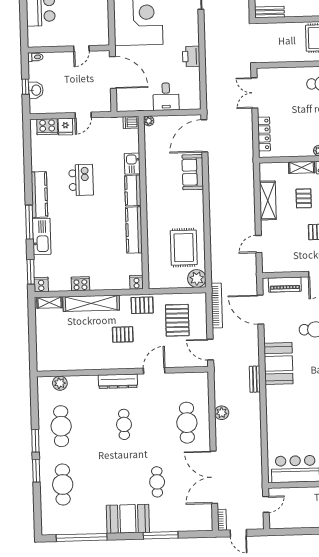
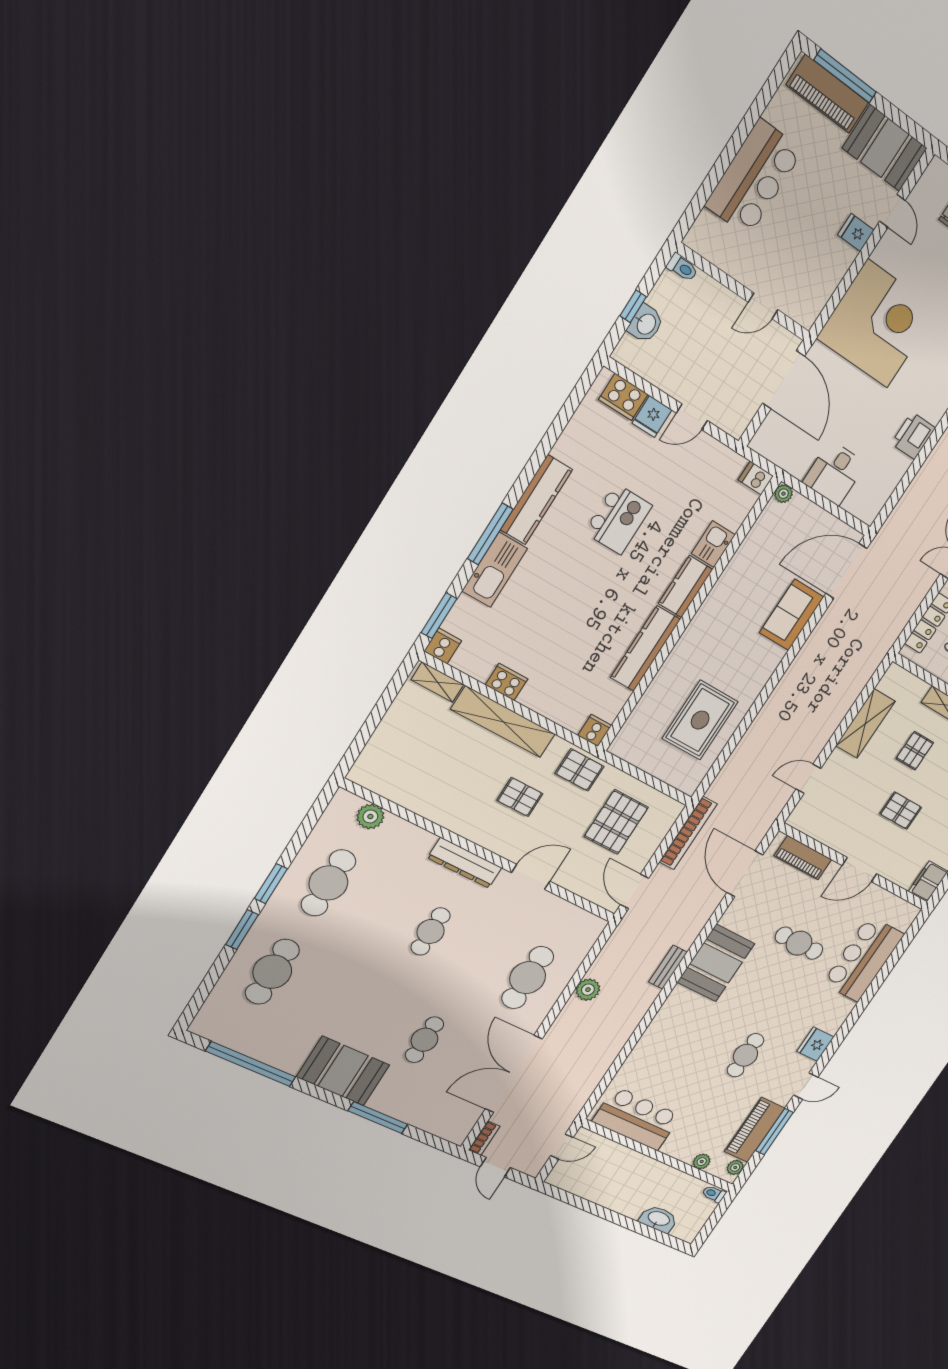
plant: (197, 278) -> (687, 777), removed

